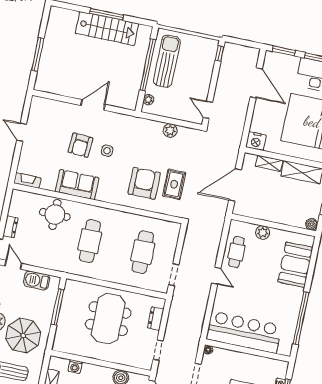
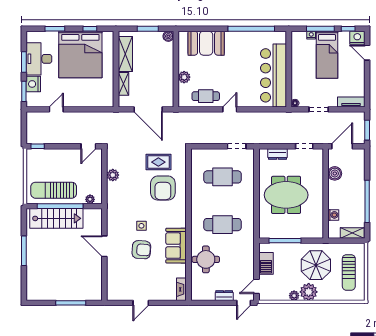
stairs: (107, 29) -> (56, 218), moved, turned 90
door: (256, 83) -> (56, 109), width x0.53
nightstand: (256, 141) -> (33, 84), moved, turned 180
armchair: (144, 183) -> (163, 188), turned -90

